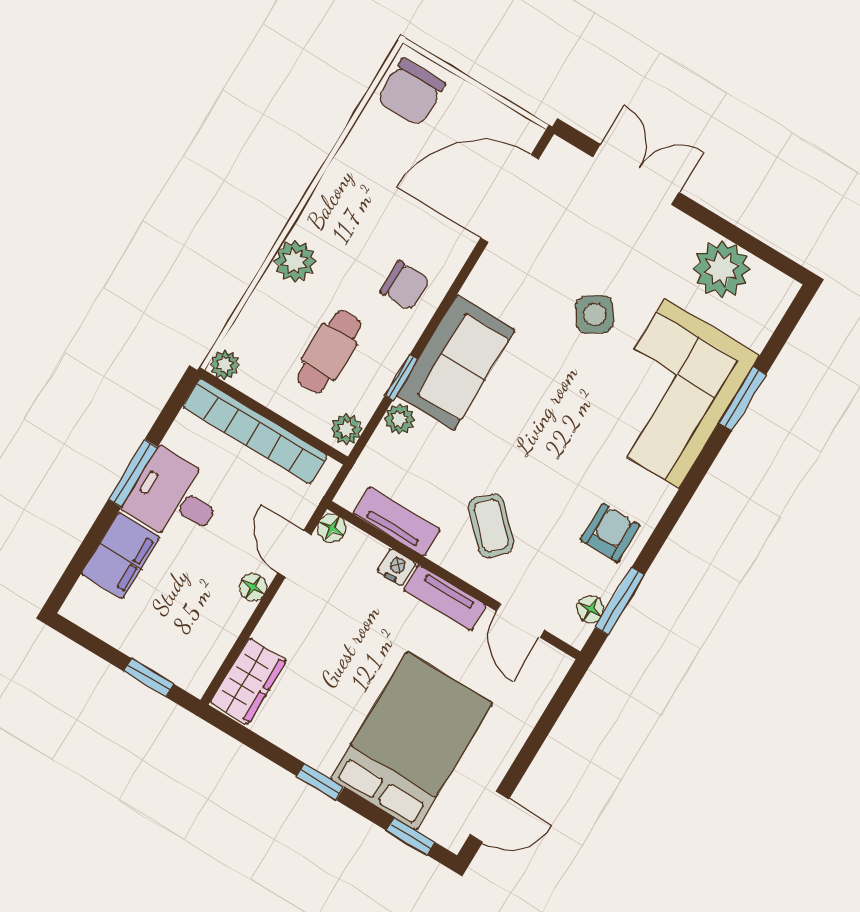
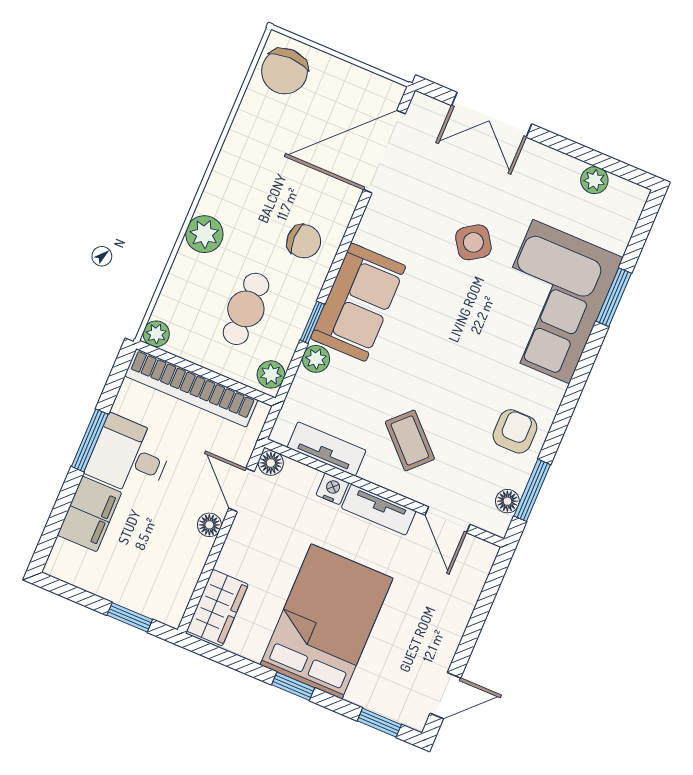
double door: (636, 174) -> (492, 115), swing flipped
plant: (722, 269) -> (594, 180), width x0.53, depth x0.53
bed: (411, 741) -> (327, 622), moved

